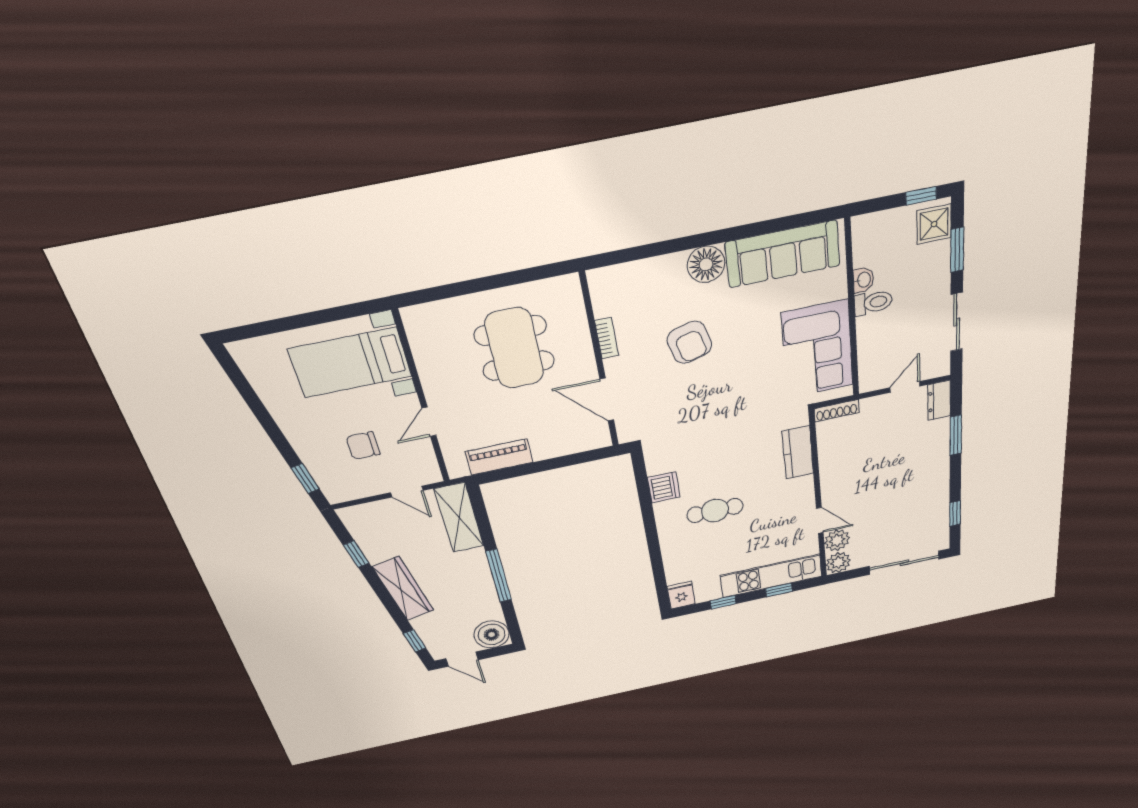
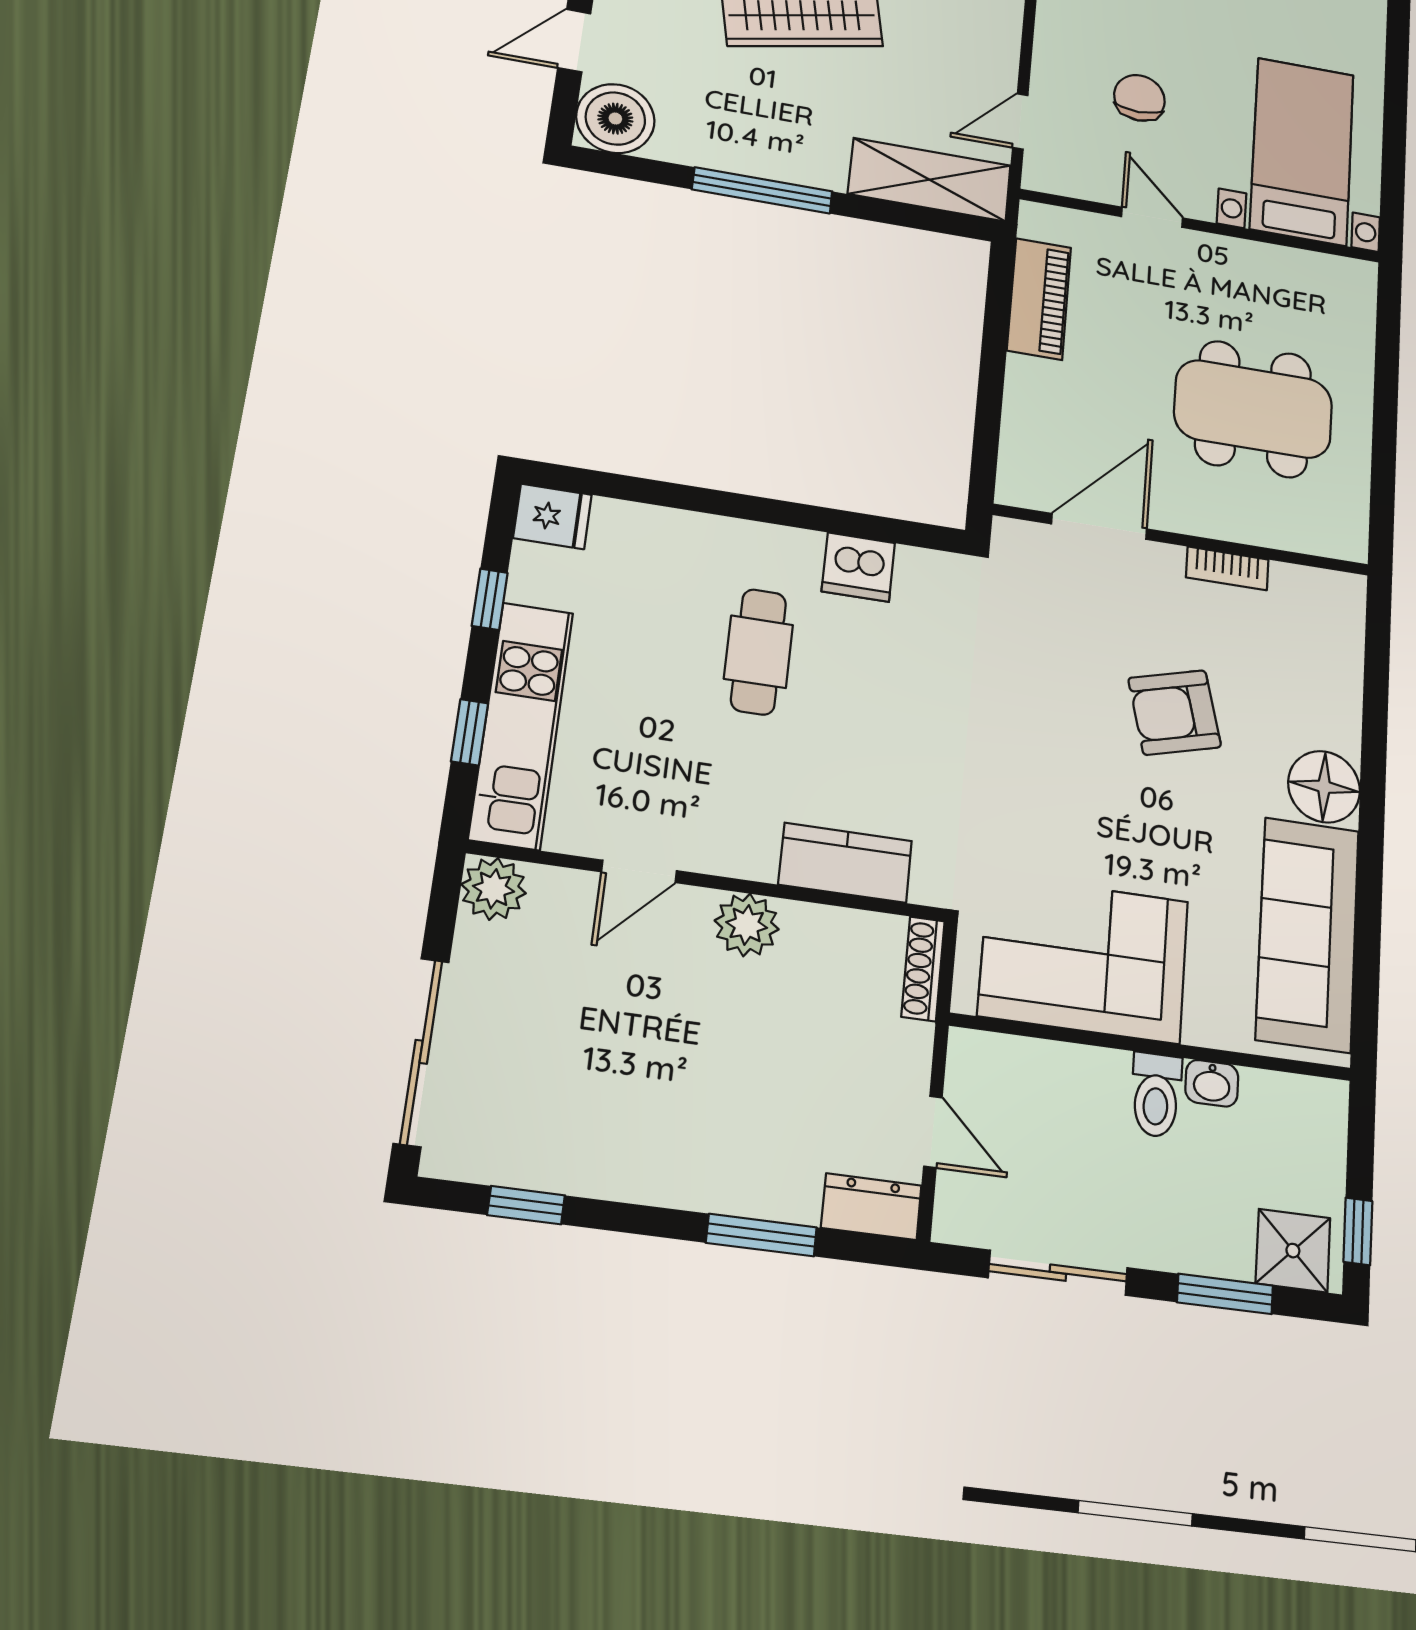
plant: (837, 540) -> (747, 925), moved

